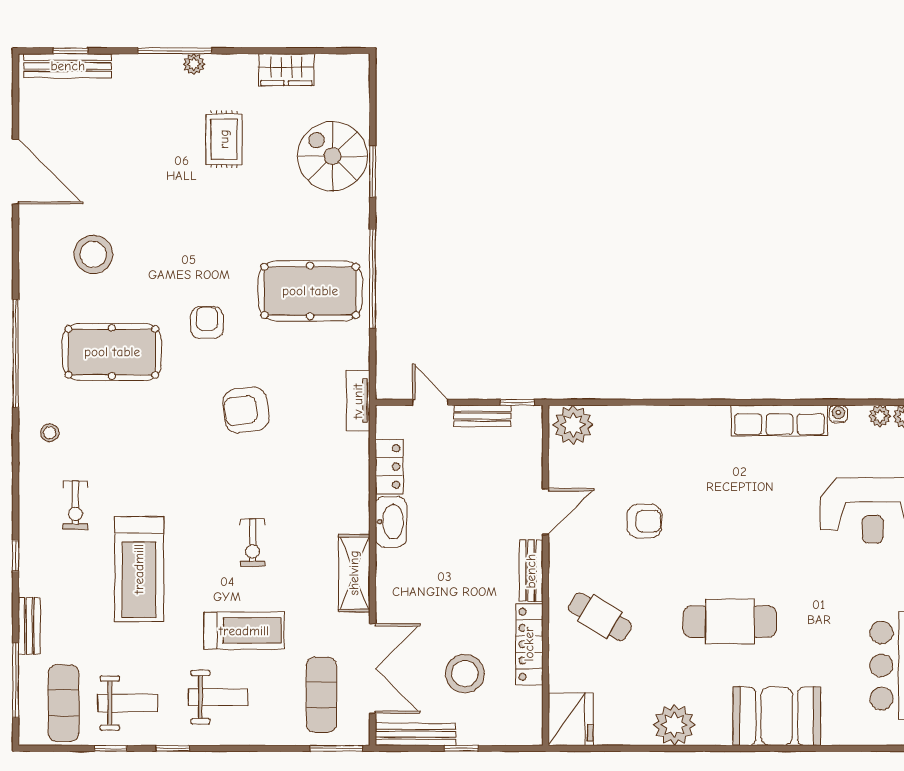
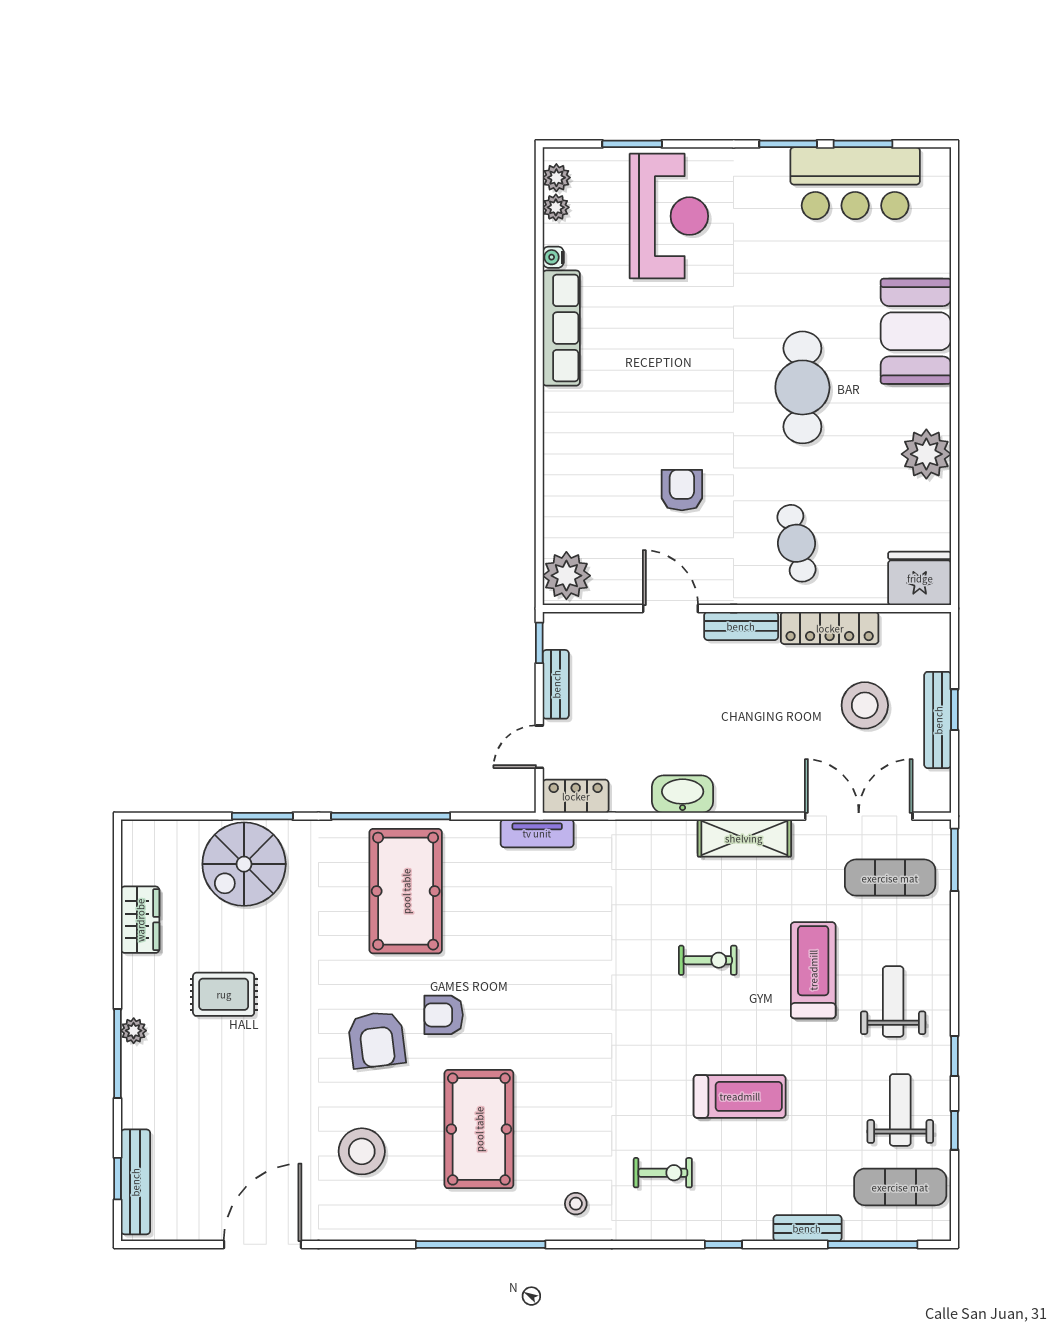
armchair: (246, 410) -> (377, 1040), moved
locker: (389, 467) -> (576, 796), moved
treadmill: (139, 569) -> (740, 1096), width x0.73, depth x0.73
cafe table: (600, 617) -> (796, 543), turned -44
bench: (415, 734) -> (938, 720), moved

